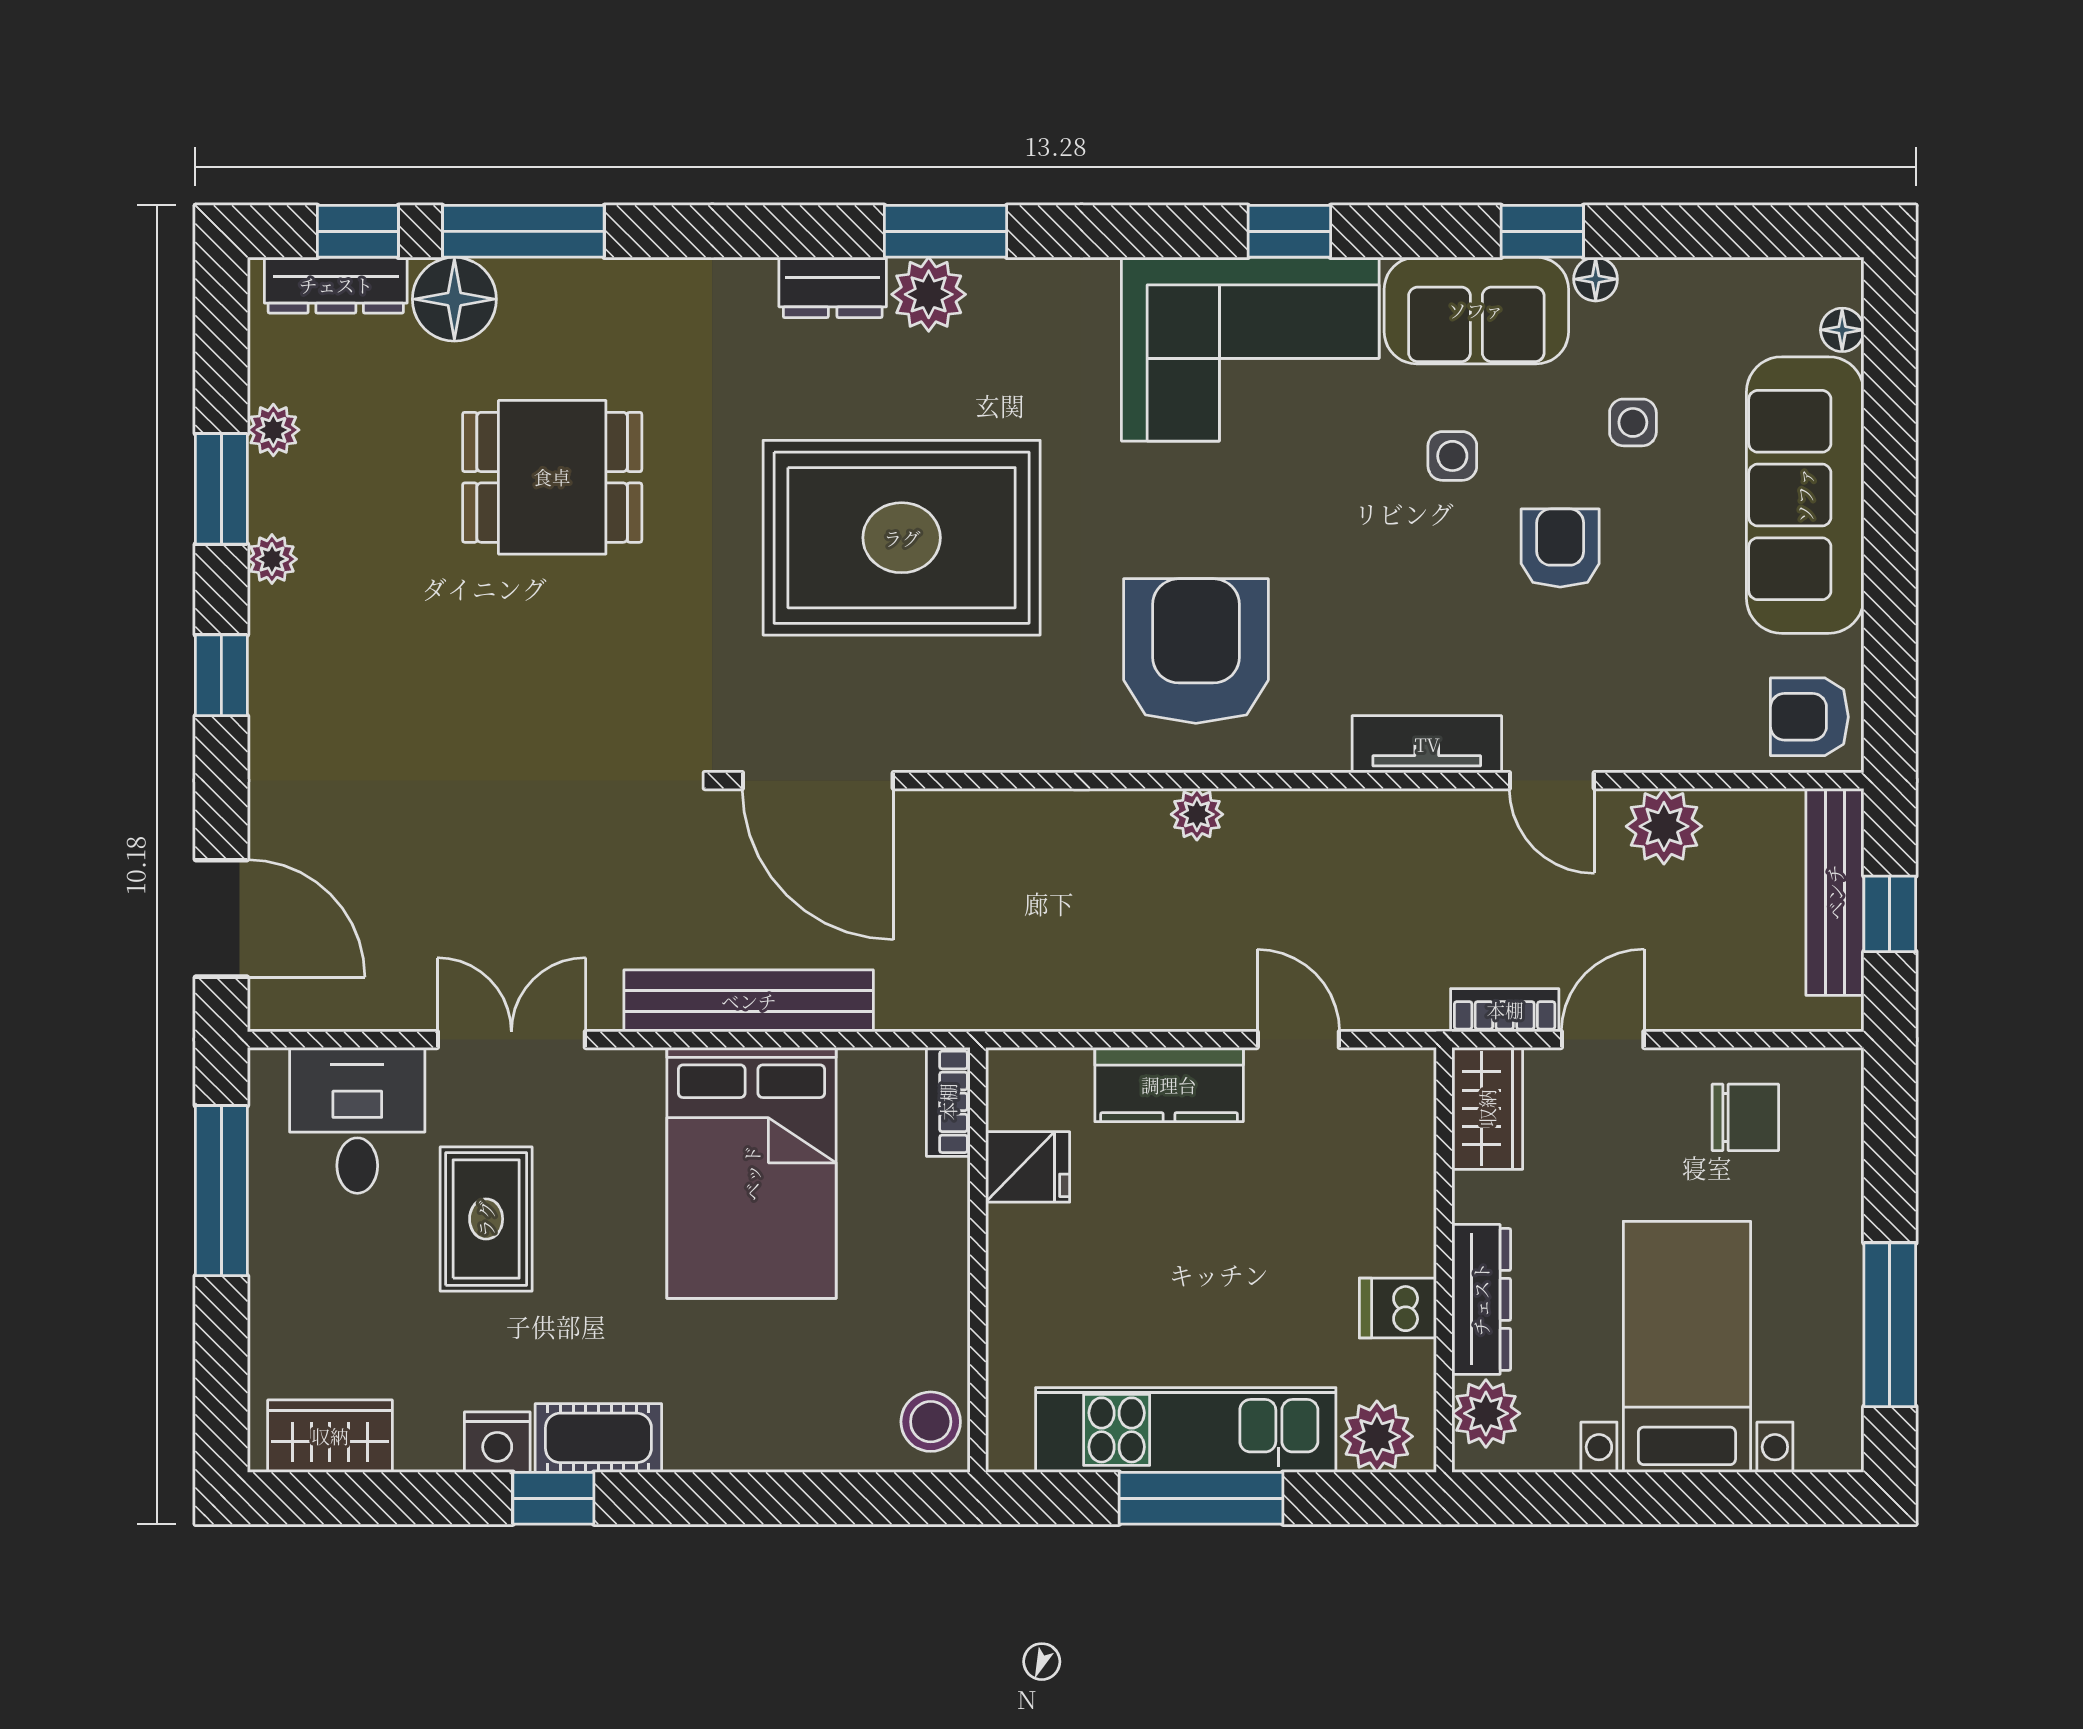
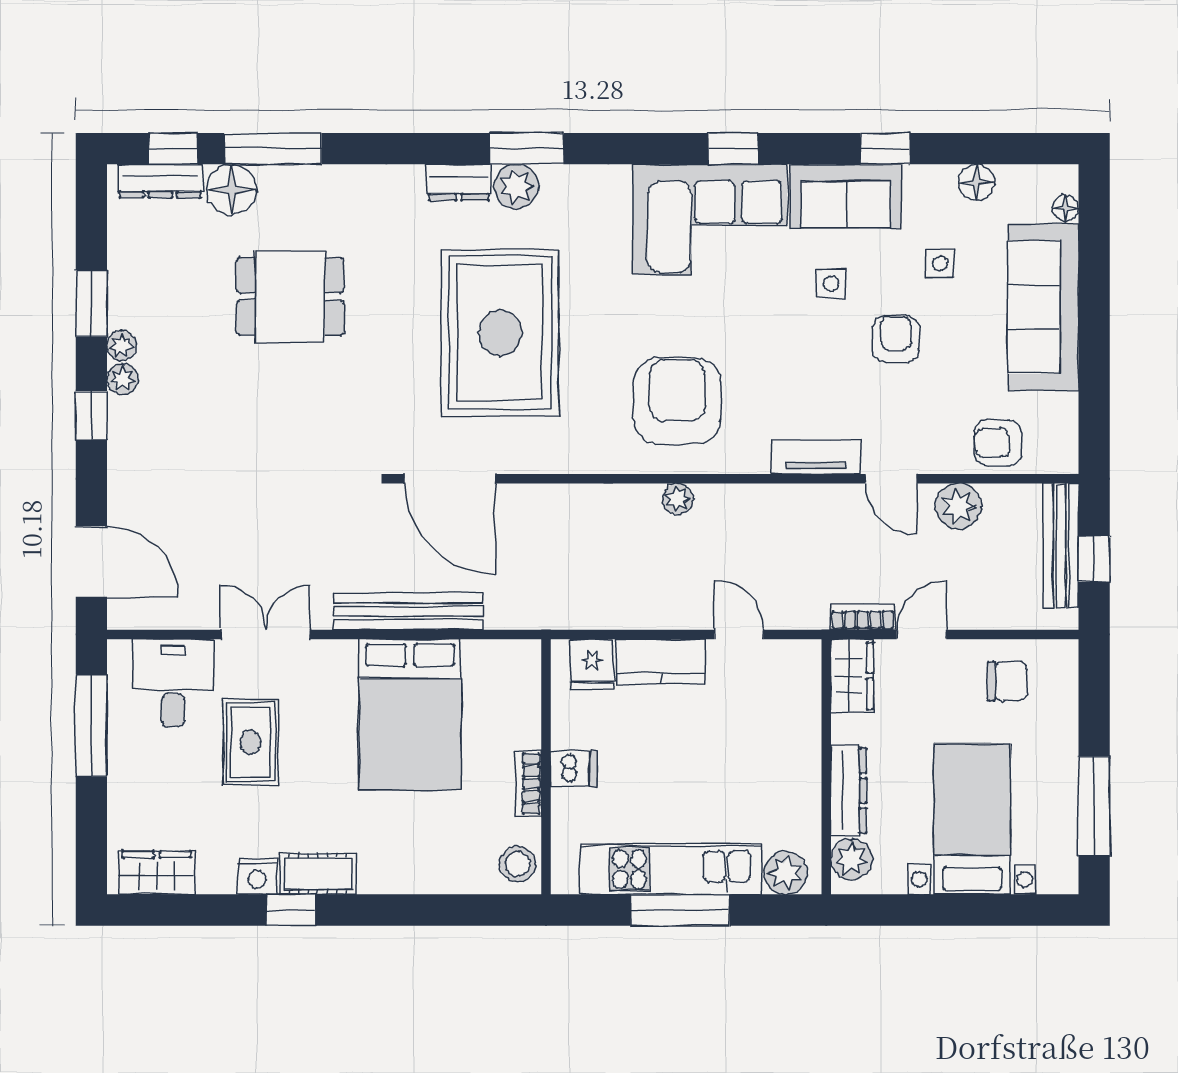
floor lamp: (1596, 279) -> (976, 182), moved, width x1.37, depth x1.37
plant: (273, 430) -> (123, 379), moved
rug: (902, 538) -> (500, 333), turned 90
armchair: (1809, 717) -> (998, 443), moved
bookcase: (948, 1102) -> (528, 784), moved
fridge: (1028, 1167) -> (592, 664), moved, turned 90
dishwasher: (1398, 1308) -> (574, 768), moved, turned 180

